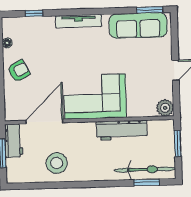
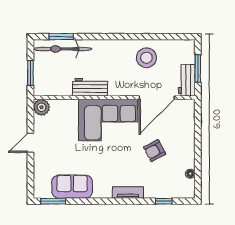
tv unit: (79, 21) -> (128, 192), width x0.71
sofa: (138, 25) -> (72, 187), width x0.73
armchair: (19, 71) -> (155, 151), moved
workbench: (122, 130) -> (90, 87), width x0.73

